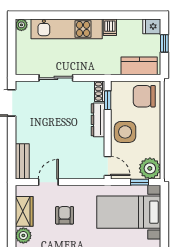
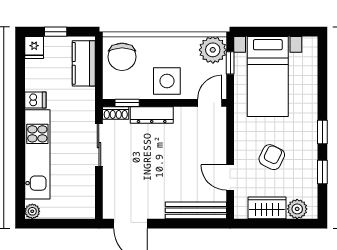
sliding door: (56, 78) -> (99, 145), moved
bench: (22, 161) -> (196, 210), width x1.36
armchair: (65, 215) -> (272, 157), turned 116

